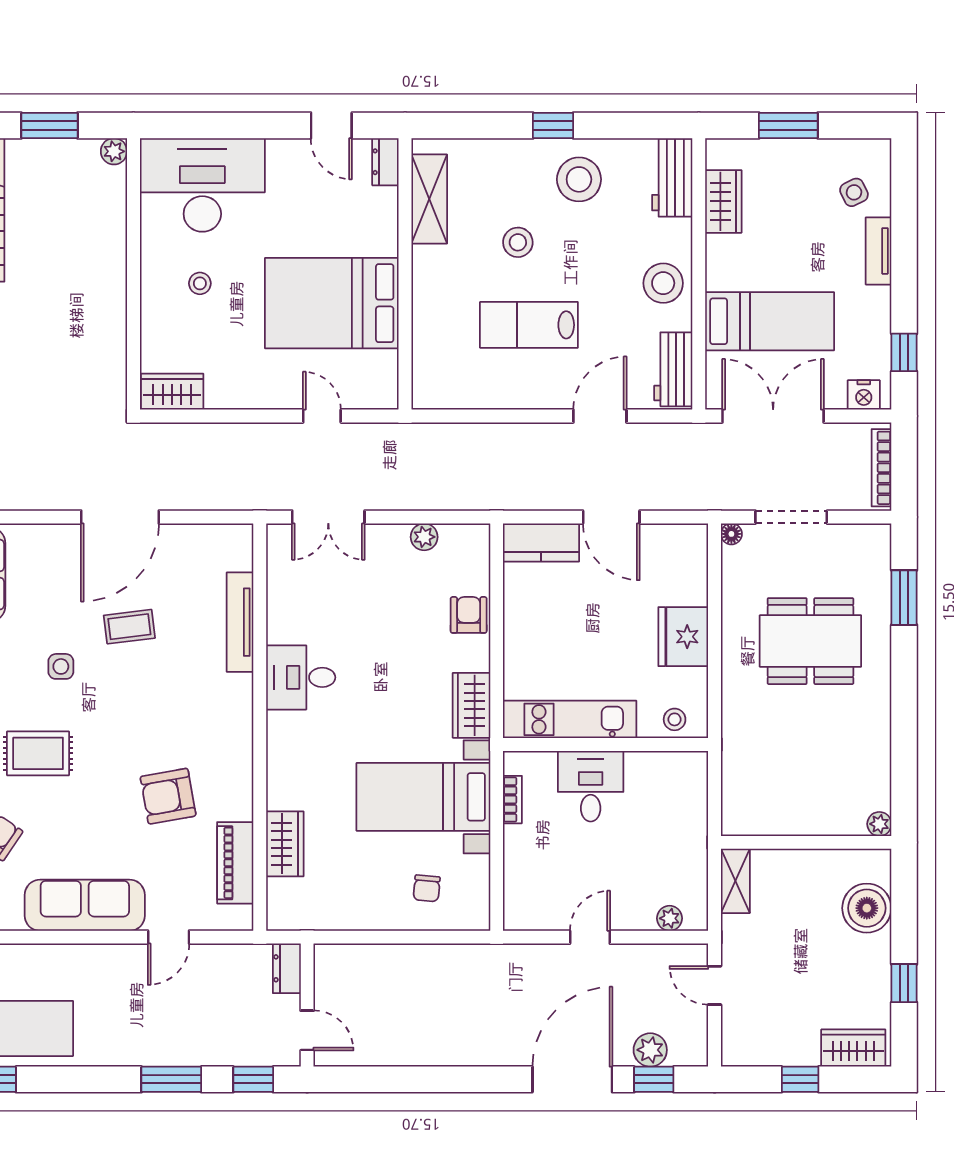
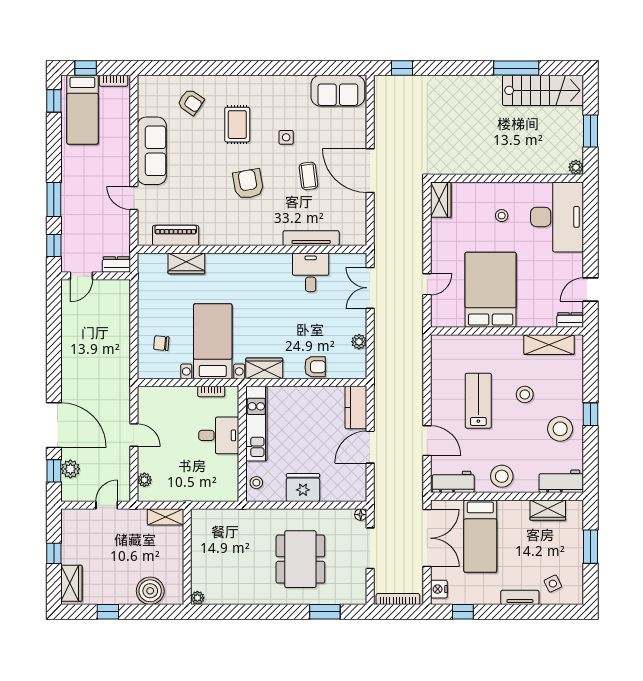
desk: (301, 677) -> (311, 272), moved
armchair: (168, 796) -> (248, 184), moved

